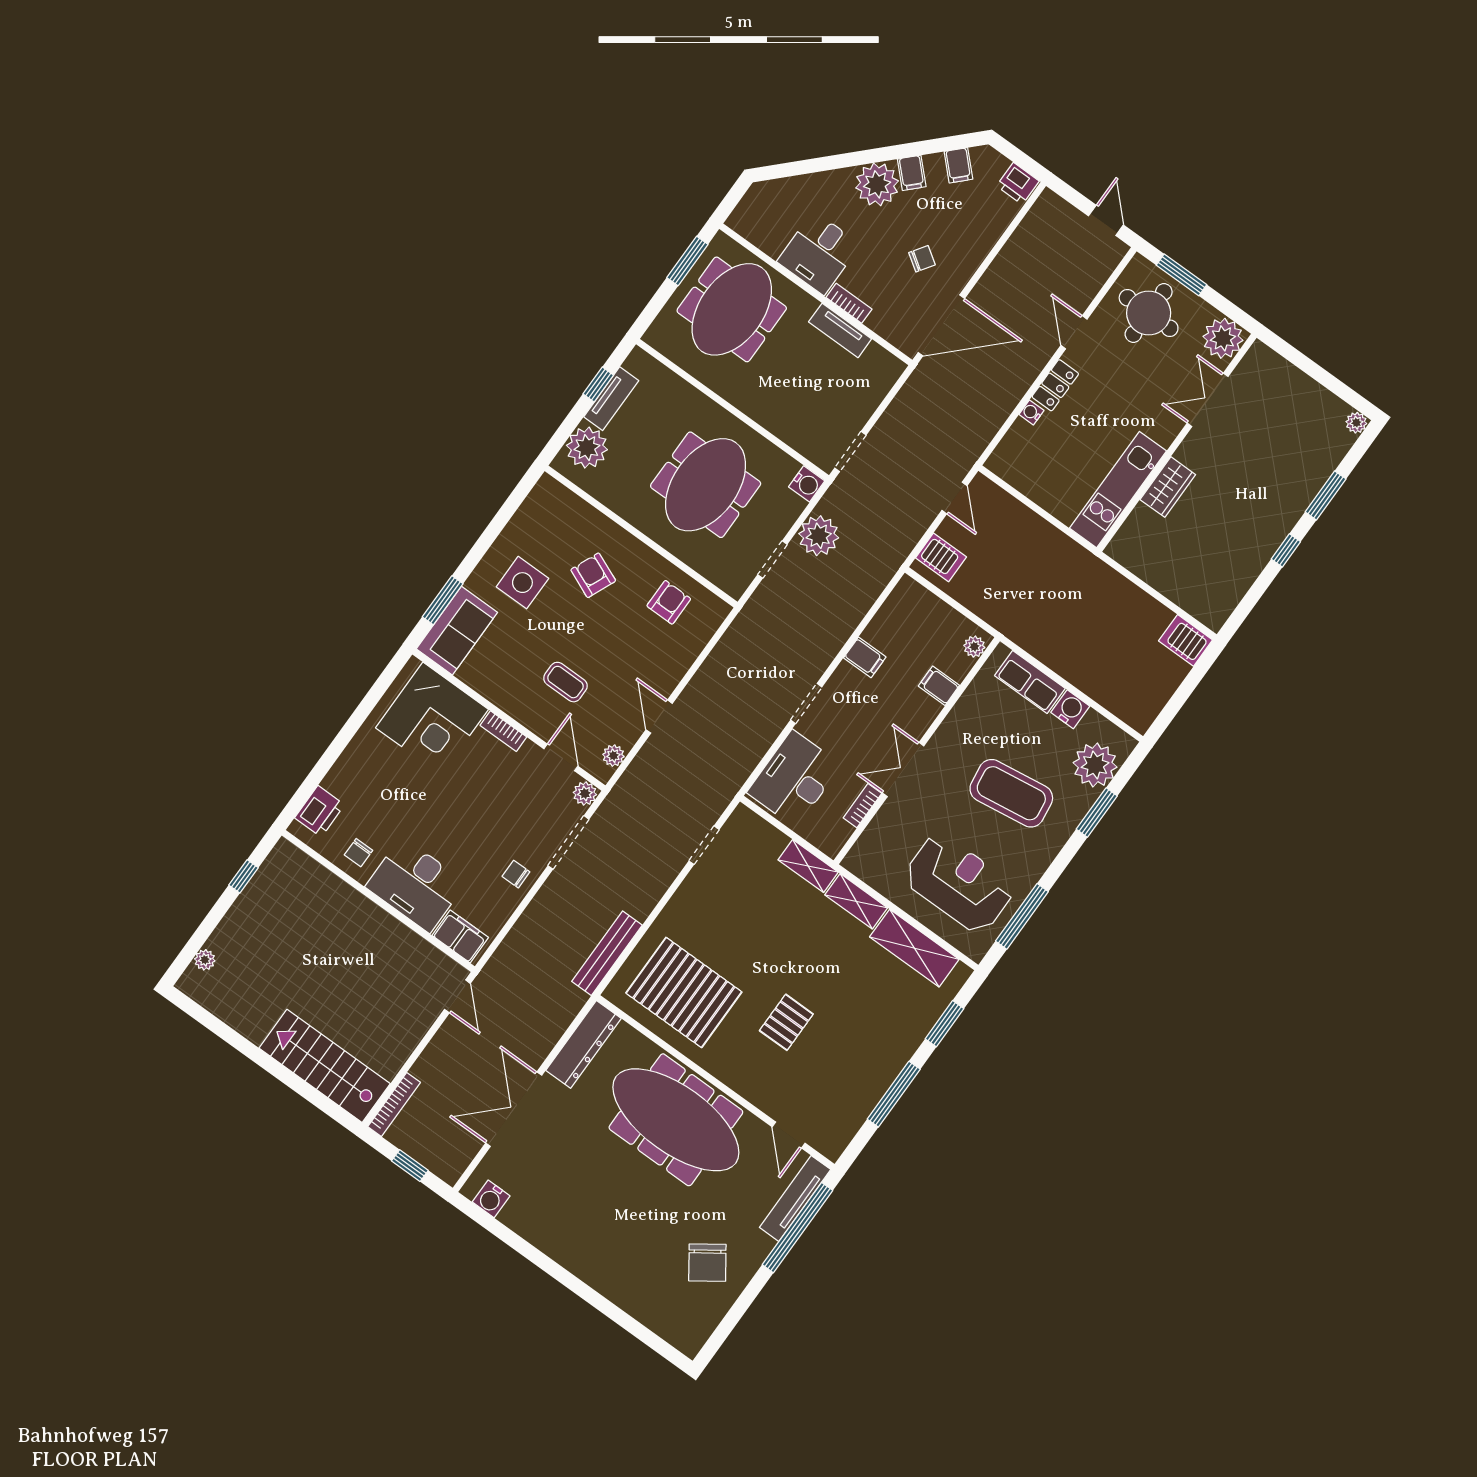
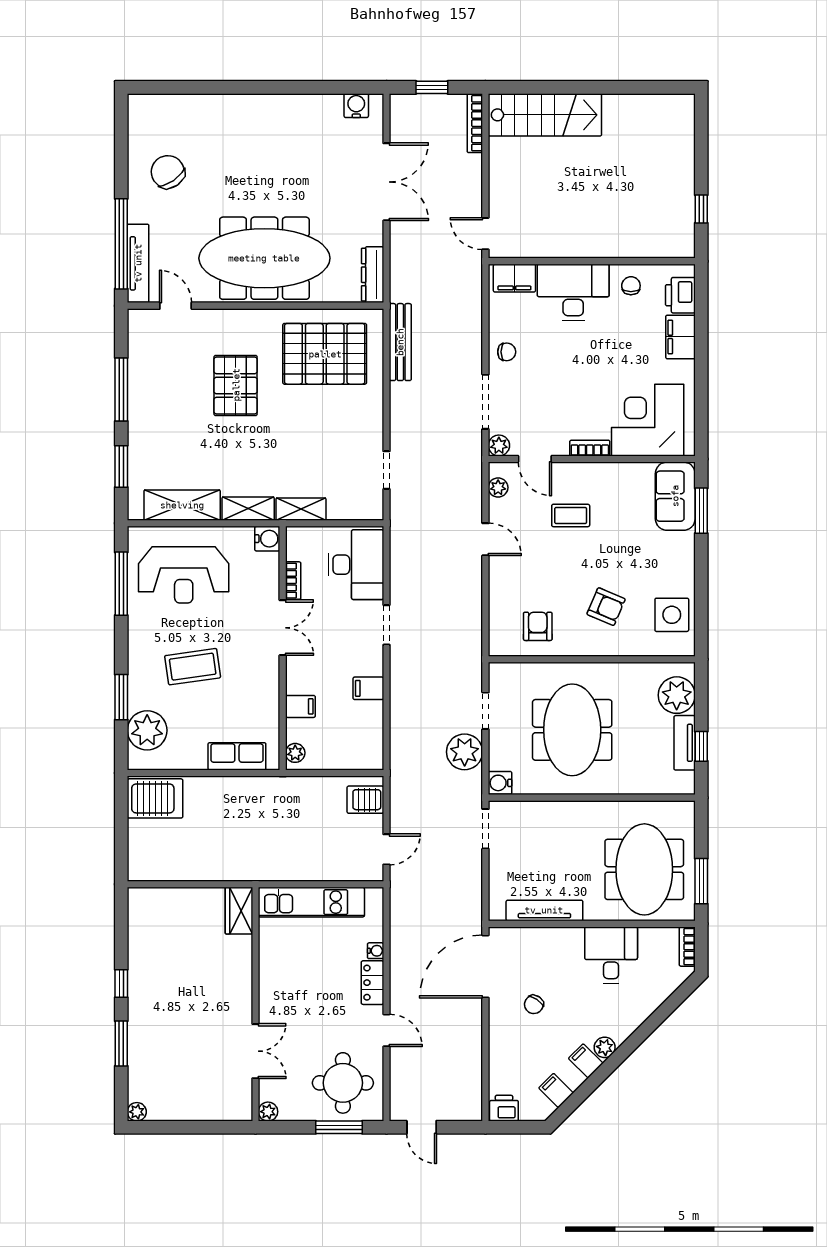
plant: (877, 184) -> (605, 1047), width x0.53, depth x0.53
bookcase: (849, 303) -> (687, 947), moved, turned 90
tv unit: (840, 330) -> (544, 910), width x1.41
plant: (1223, 338) -> (268, 1112), width x0.53, depth x0.53
wardrobe: (1168, 487) -> (239, 911), moved
kitchen unit: (1118, 490) -> (311, 902), moved, turned 90
door: (954, 498) -> (387, 849), swing flipped
side table: (522, 583) -> (672, 615), moved
armchair: (669, 602) -> (538, 626), turned 180
server rack: (1186, 640) -> (155, 798), moved, width x1.36, depth x1.44
water cooler: (1070, 709) -> (267, 539), moved, turned -90
filing cabinet: (347, 773) -> (680, 337), added
coffee table: (1011, 793) -> (193, 667), width x0.73, depth x0.76
plant: (205, 960) -> (686, 129), removed
pallet: (786, 1022) -> (236, 385), width x1.50, depth x1.42
dresser: (583, 1044) -> (373, 275), width x0.73, depth x0.80

